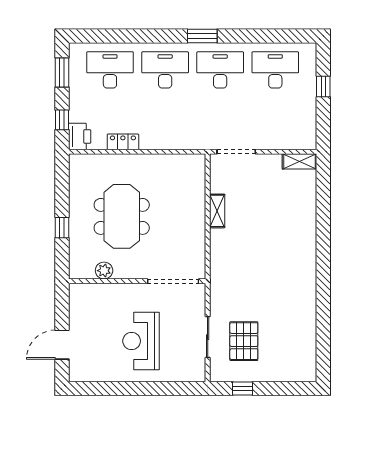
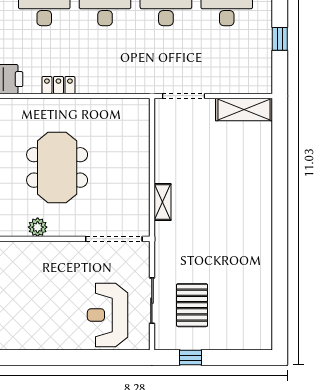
window: (323, 86) -> (280, 39), moved
shelving: (300, 161) -> (244, 110), width x1.50, depth x1.33
shelving: (217, 211) -> (163, 202), moved
reception desk: (141, 341) -> (108, 315), moved

